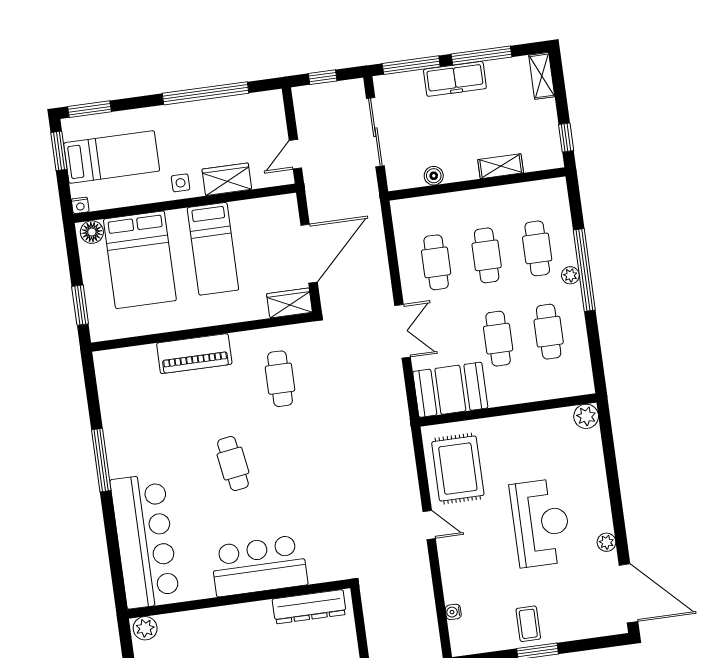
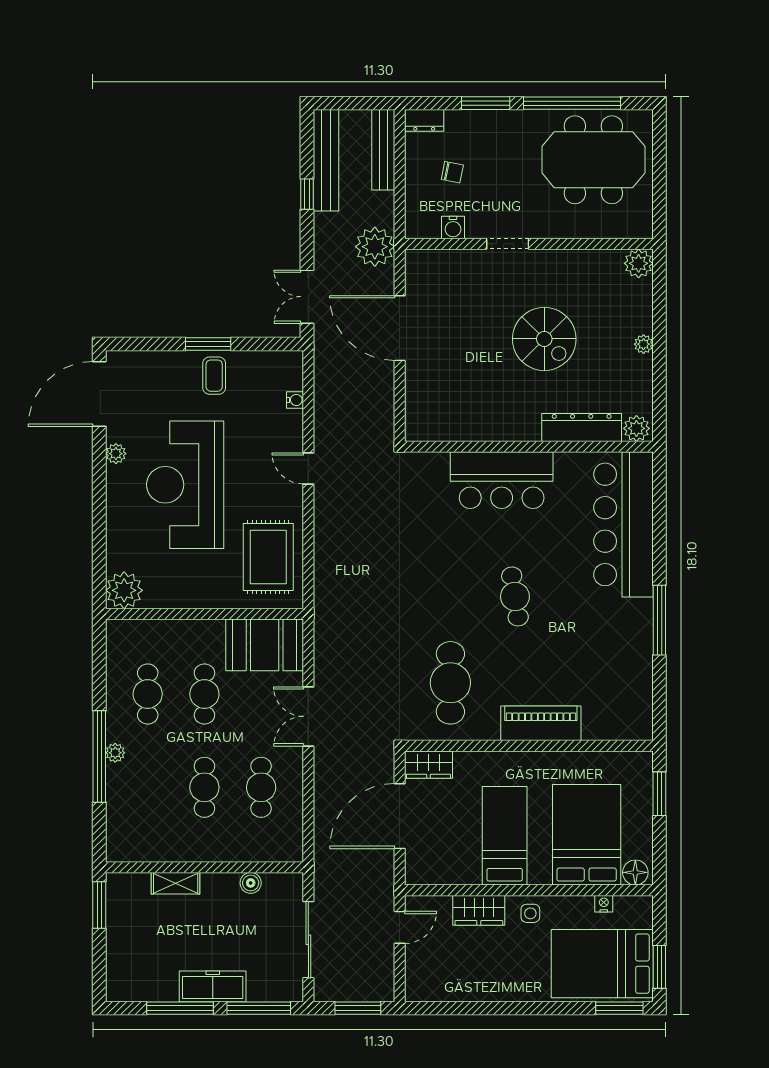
shelving: (542, 76) -> (117, 977), removed
window: (323, 77) -> (358, 1008), width x1.50
window: (205, 93) -> (489, 1008), removed
window: (566, 137) -> (99, 905), width x1.50
bed: (112, 157) -> (602, 964), width x1.50
nightstand: (80, 205) -> (604, 904), moved
cafe table: (537, 248) -> (148, 787), removed
cafe table: (280, 379) -> (450, 683), width x1.37, depth x1.35
plant: (586, 416) -> (124, 590), width x1.36, depth x1.36
reception desk: (541, 523) -> (185, 485), width x1.36, depth x1.30
door: (429, 525) -> (308, 468), moved
door: (629, 593) -> (99, 394), hinge flipped
dresser: (309, 607) -> (582, 427), moved

